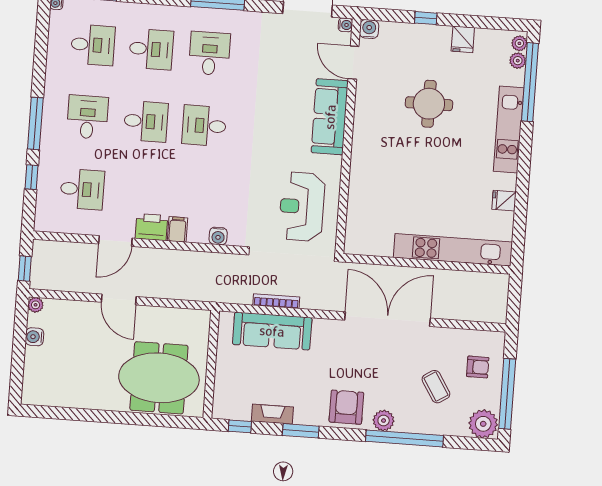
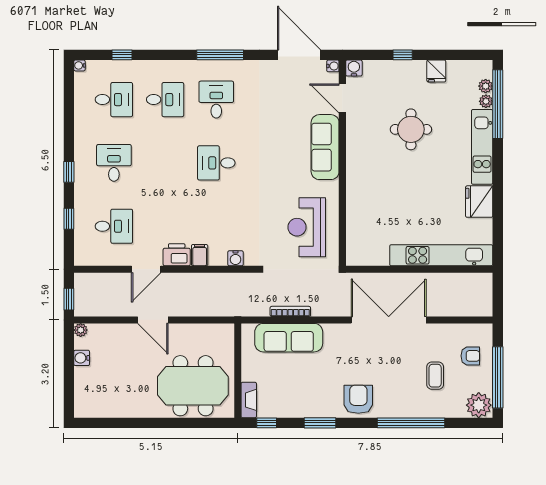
plant: (519, 43) -> (486, 101), moved
desk: (146, 121) -> (165, 163), removed
window: (35, 123) -> (69, 172), width x0.46
fridge: (504, 201) -> (479, 202), width x1.88, depth x1.34
coffee table: (436, 387) -> (435, 376), turned 32
fireplace: (272, 414) -> (249, 400), moved, turned 90
plant: (384, 421) -> (392, 409), removed

